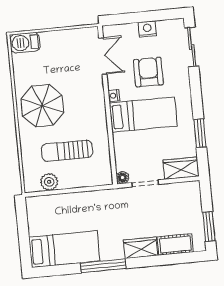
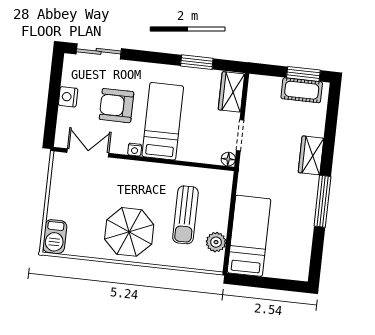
cot: (175, 244) -> (302, 90), moved, turned 90
bed: (64, 249) -> (249, 236), moved

